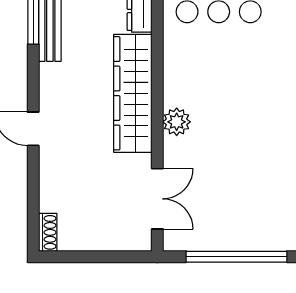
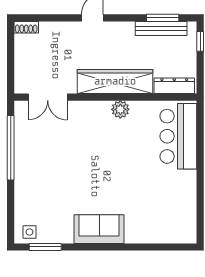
plant: (177, 122) -> (120, 109), moved

